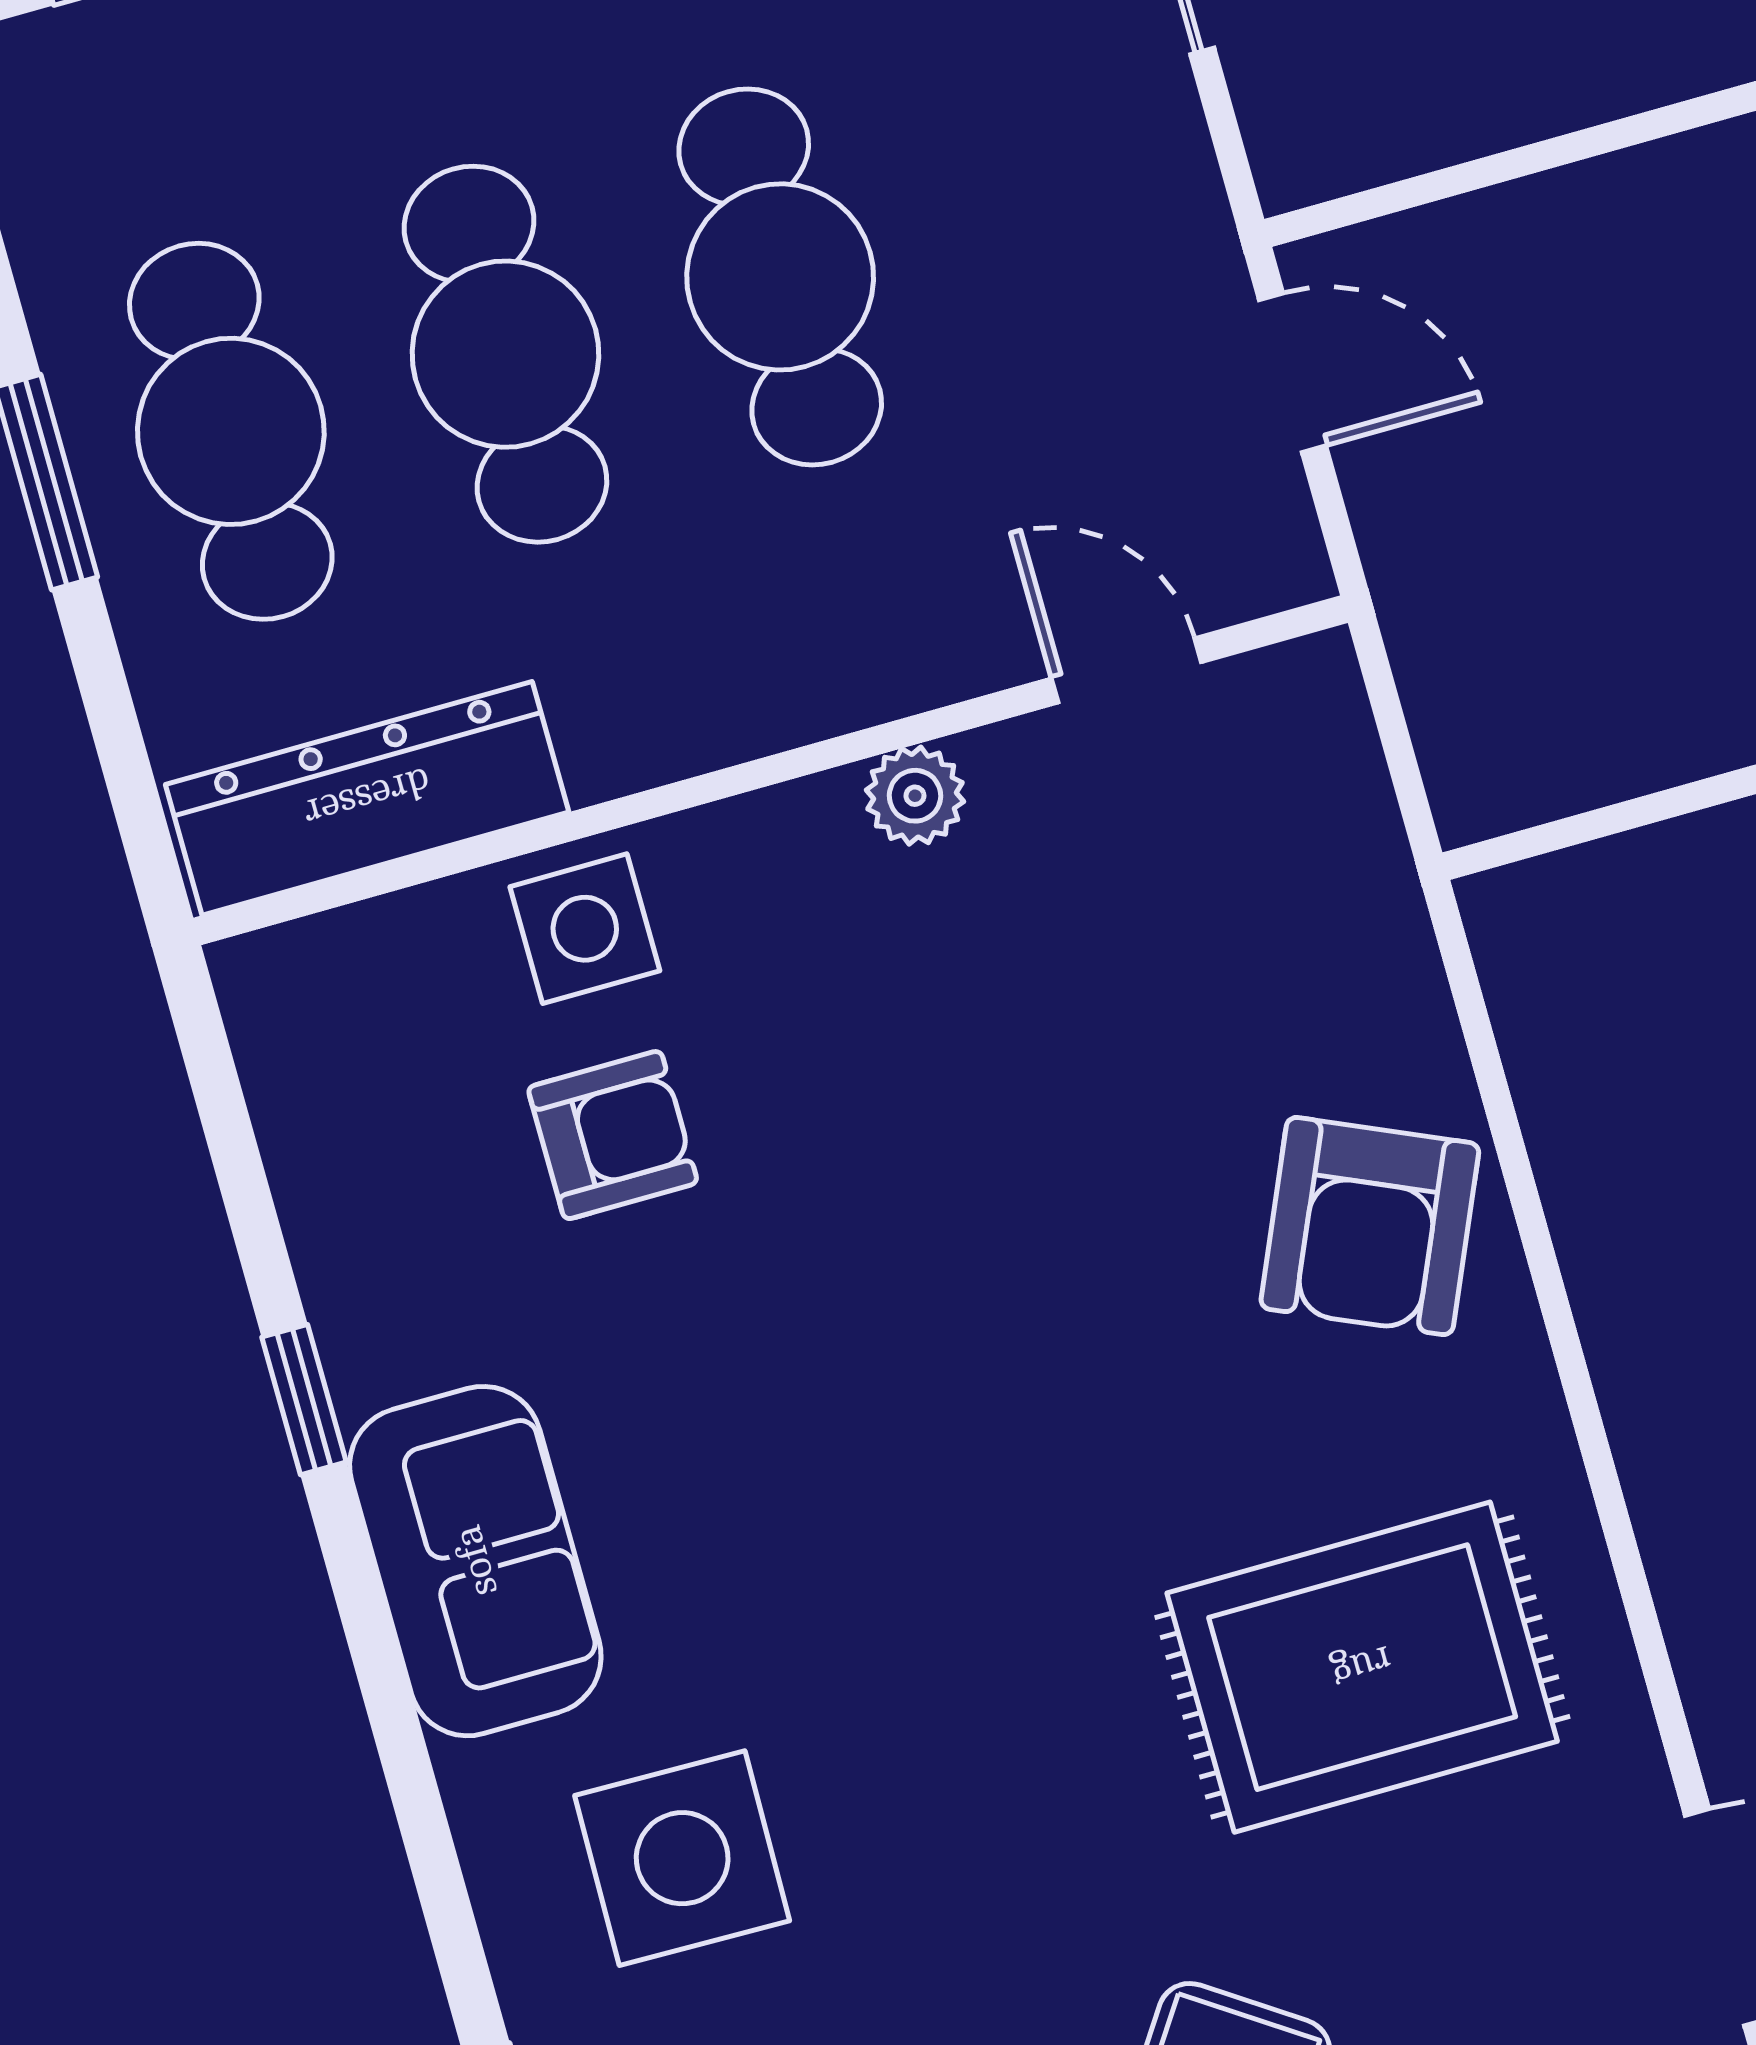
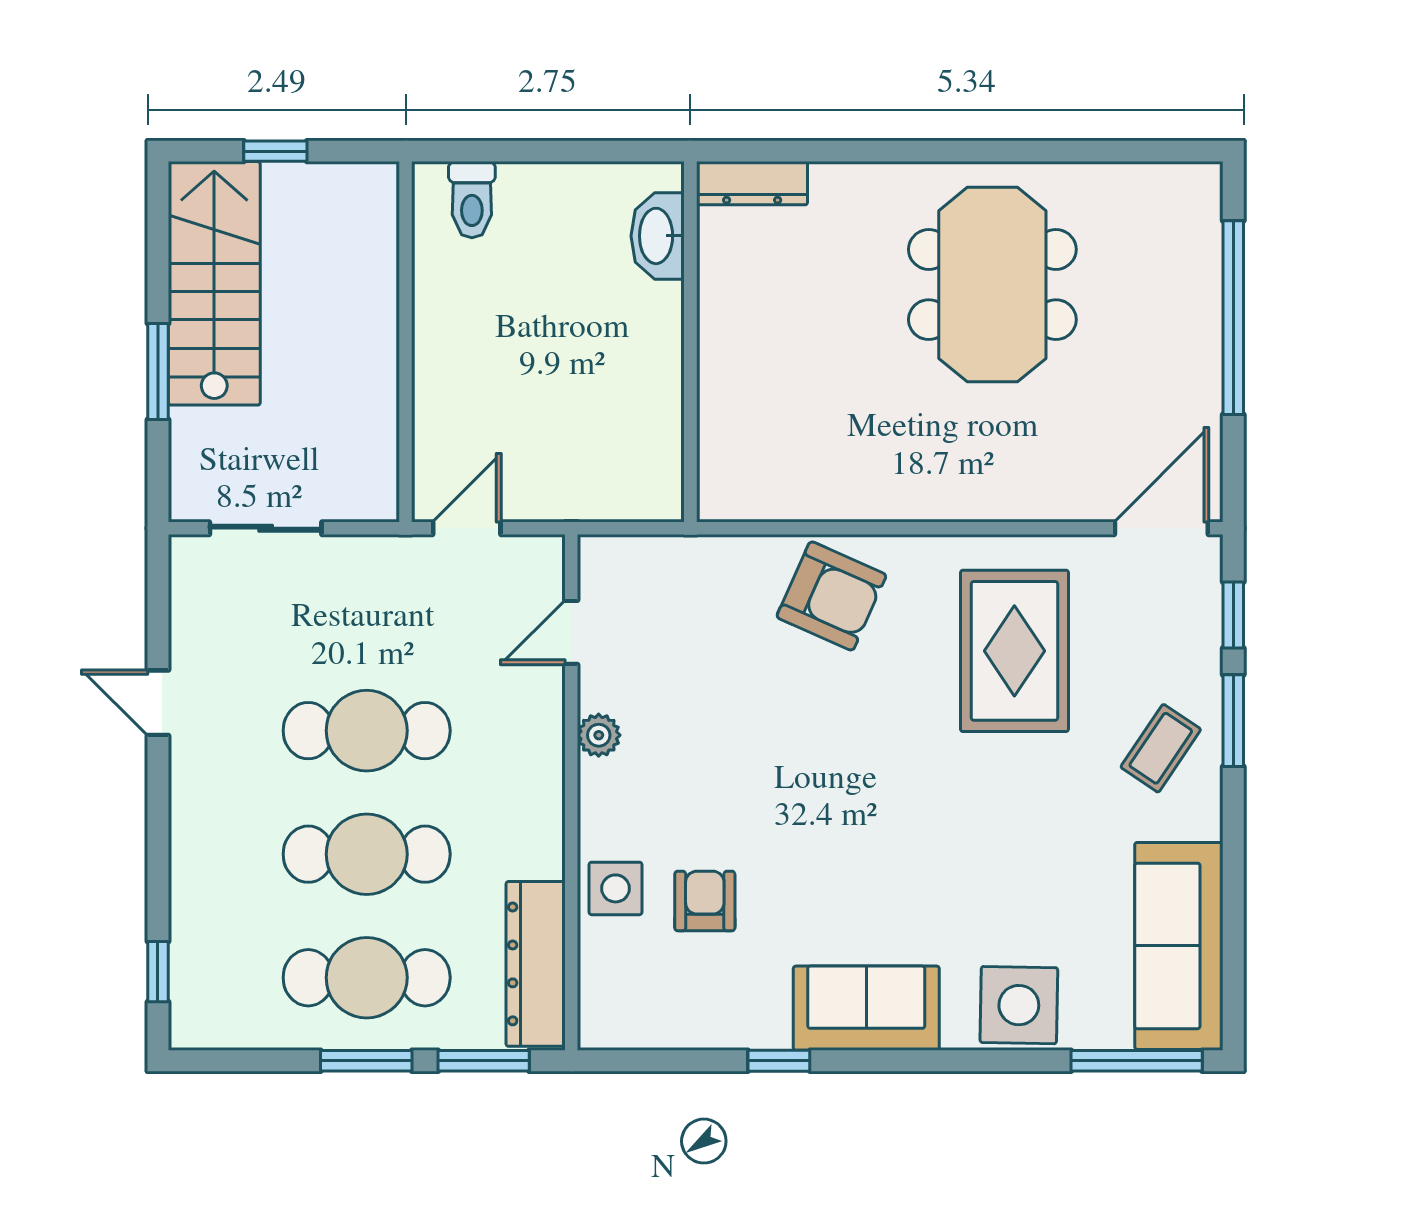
window: (119, 743) -> (484, 1061), added
side table: (682, 1858) -> (1019, 1005), moved

